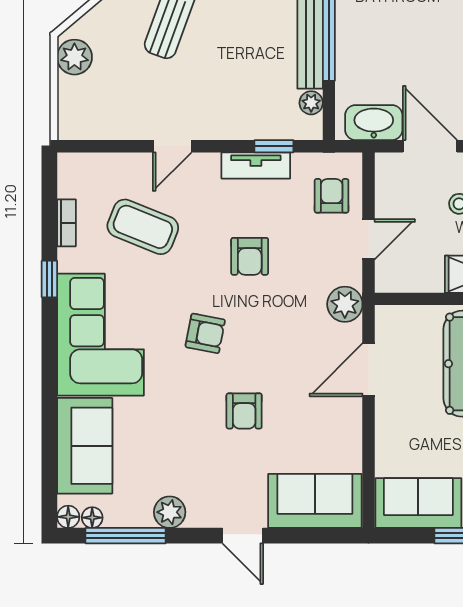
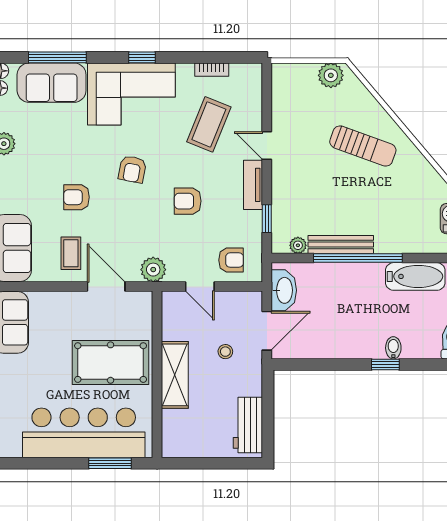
tv unit: (256, 165) -> (253, 185), moved
window: (49, 279) -> (142, 57), moved
coffee table: (322, 419) -> (71, 253), added
window: (49, 438) -> (57, 57), added

